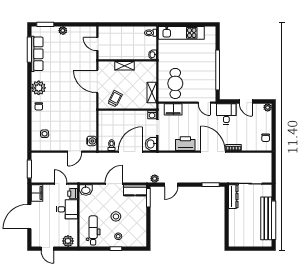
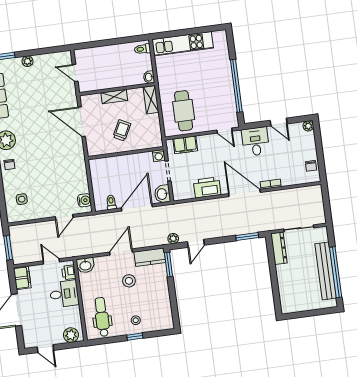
shelving: (152, 93) -> (151, 100), moved
trolley: (115, 99) -> (122, 130), moved
stool: (116, 216) -> (129, 281), moved

